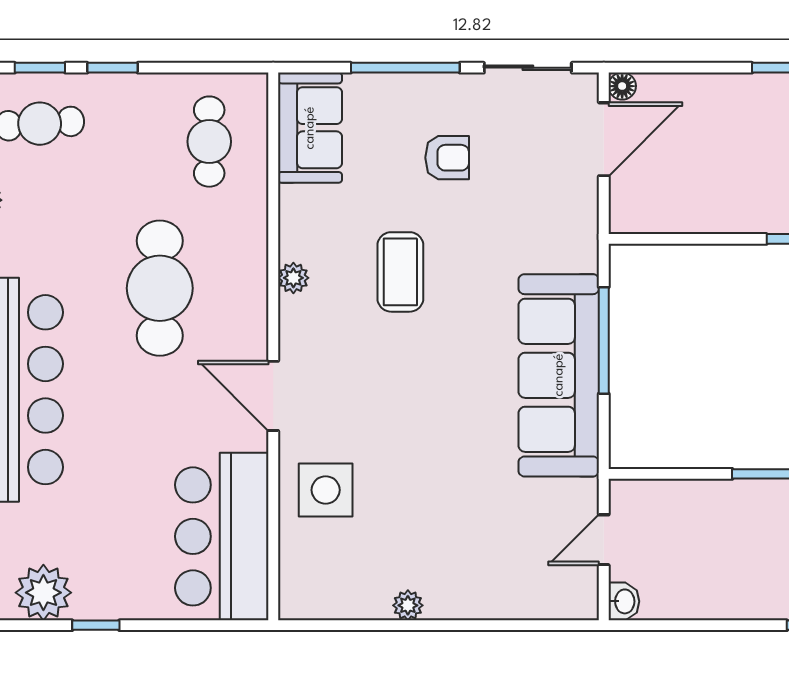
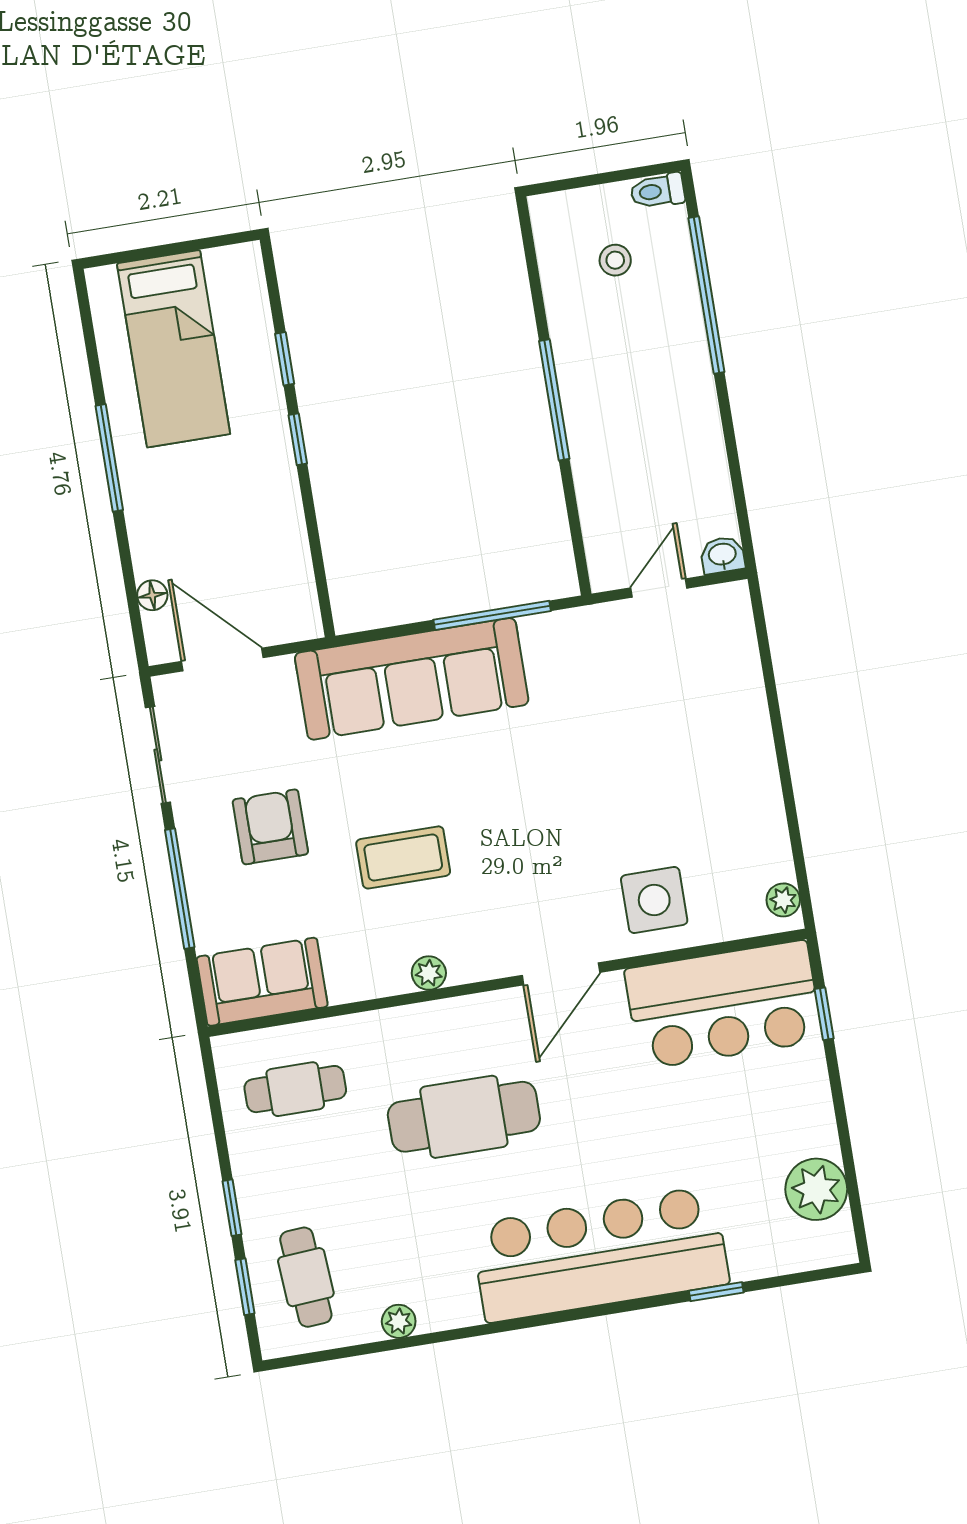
floor lamp: (622, 86) -> (152, 595), moved
armchair: (447, 158) -> (270, 827), width x1.38, depth x1.38
window: (604, 340) -> (492, 615), moved
sofa: (559, 375) -> (412, 679), moved
door: (604, 540) -> (659, 588), swing flipped
plant: (408, 605) -> (783, 900), moved
window: (96, 625) -> (824, 1014), moved

